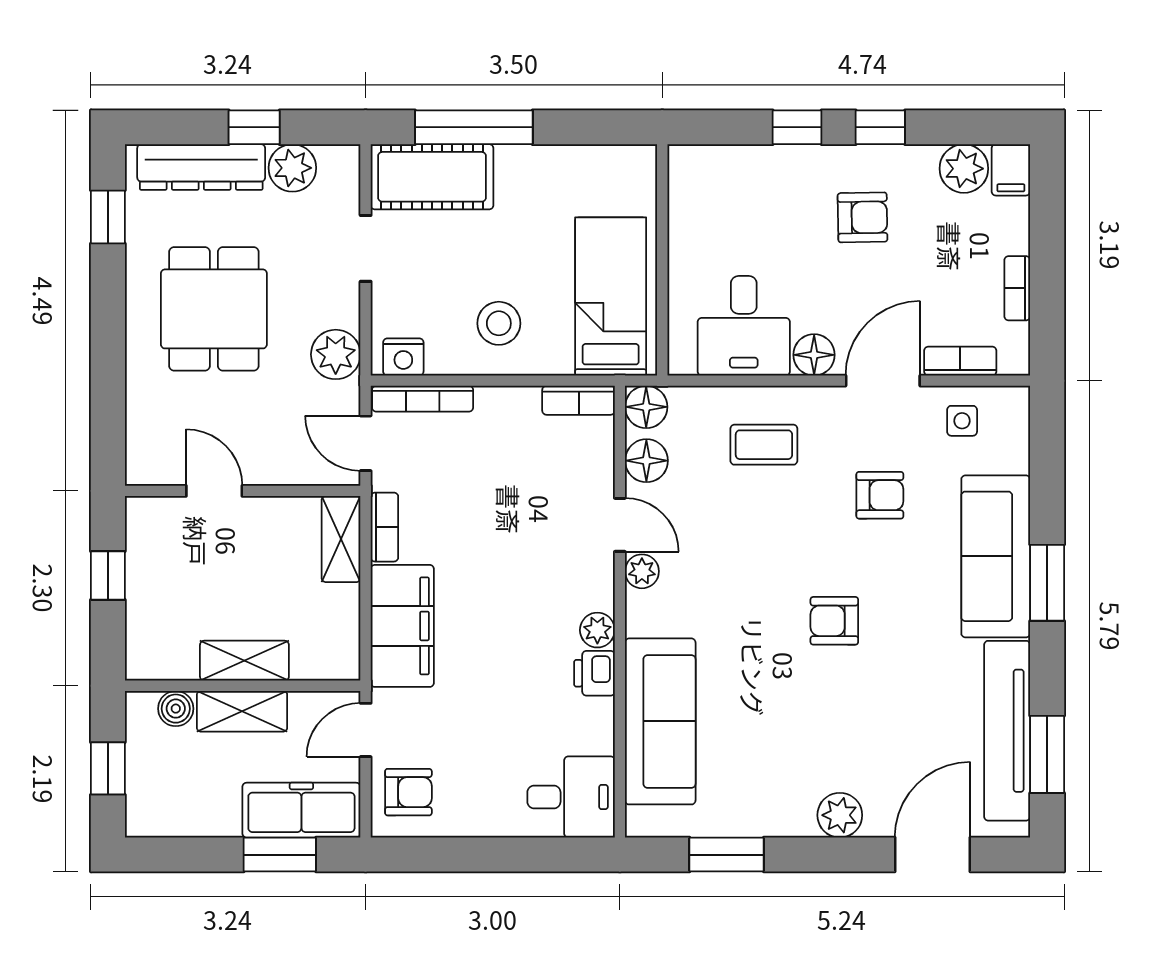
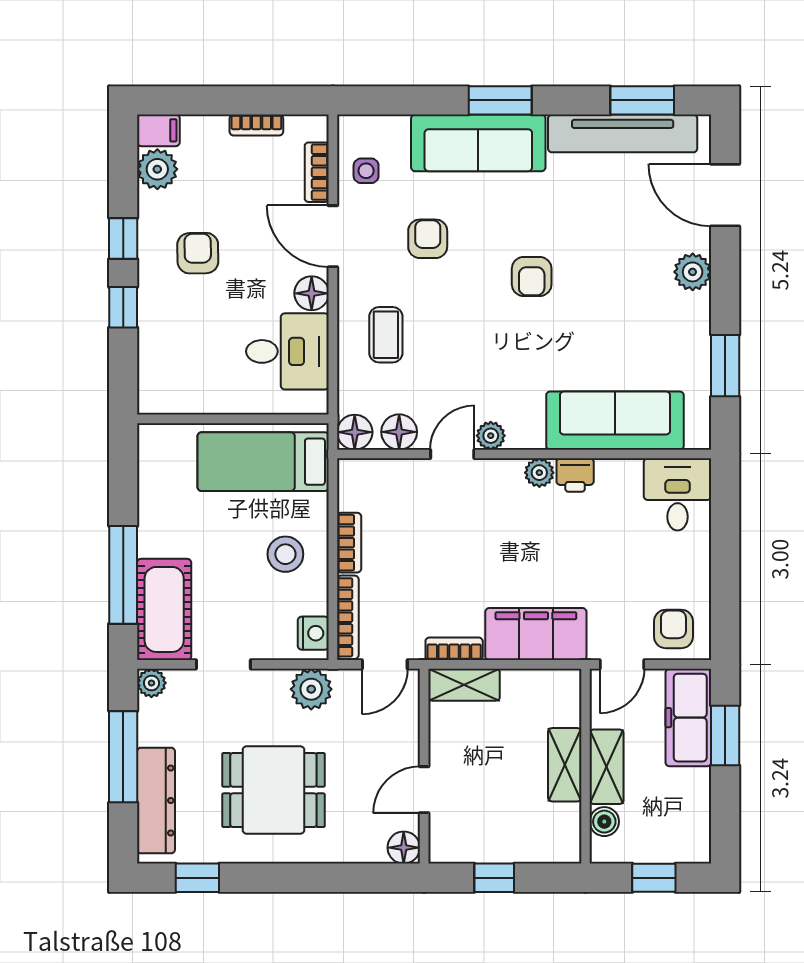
window: (254, 127) -> (123, 757), width x2.17
plant: (292, 168) -> (151, 683), moved, width x0.73, depth x0.73
bookcase: (579, 400) -> (349, 543), moved
floor lamp: (144, 466) -> (404, 848), added
door: (366, 730) -> (622, 664), hinge flipped

